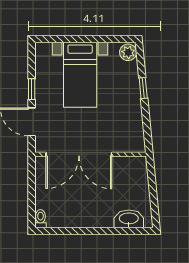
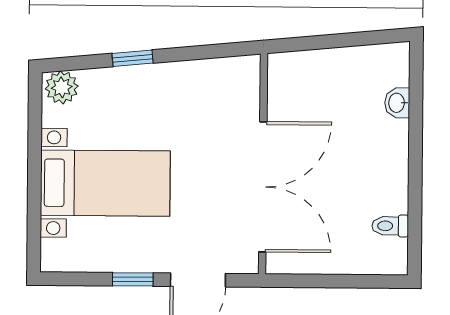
toilet: (40, 219) -> (390, 226), moved
washbasin: (129, 219) -> (397, 103), width x0.52, depth x0.69

